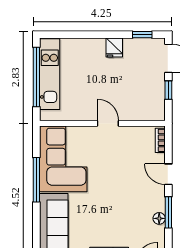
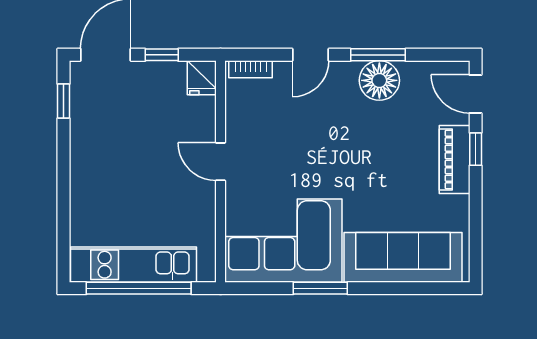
fridge: (114, 48) -> (202, 78), moved, turned 90
door: (108, 123) -> (221, 162), hinge flipped
window: (36, 180) -> (320, 288), width x0.69
floor lamp: (159, 218) -> (379, 80), width x1.89, depth x1.89

